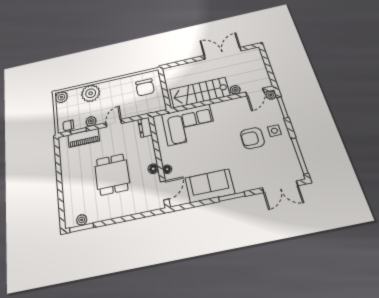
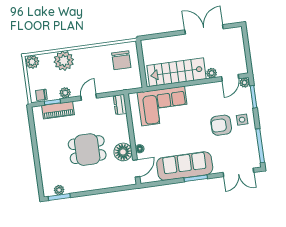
floor lamp: (153, 169) -> (123, 152), width x1.89, depth x1.89
dining table: (112, 174) -> (87, 150), turned 90
sofa: (210, 186) -> (185, 166), width x1.36

